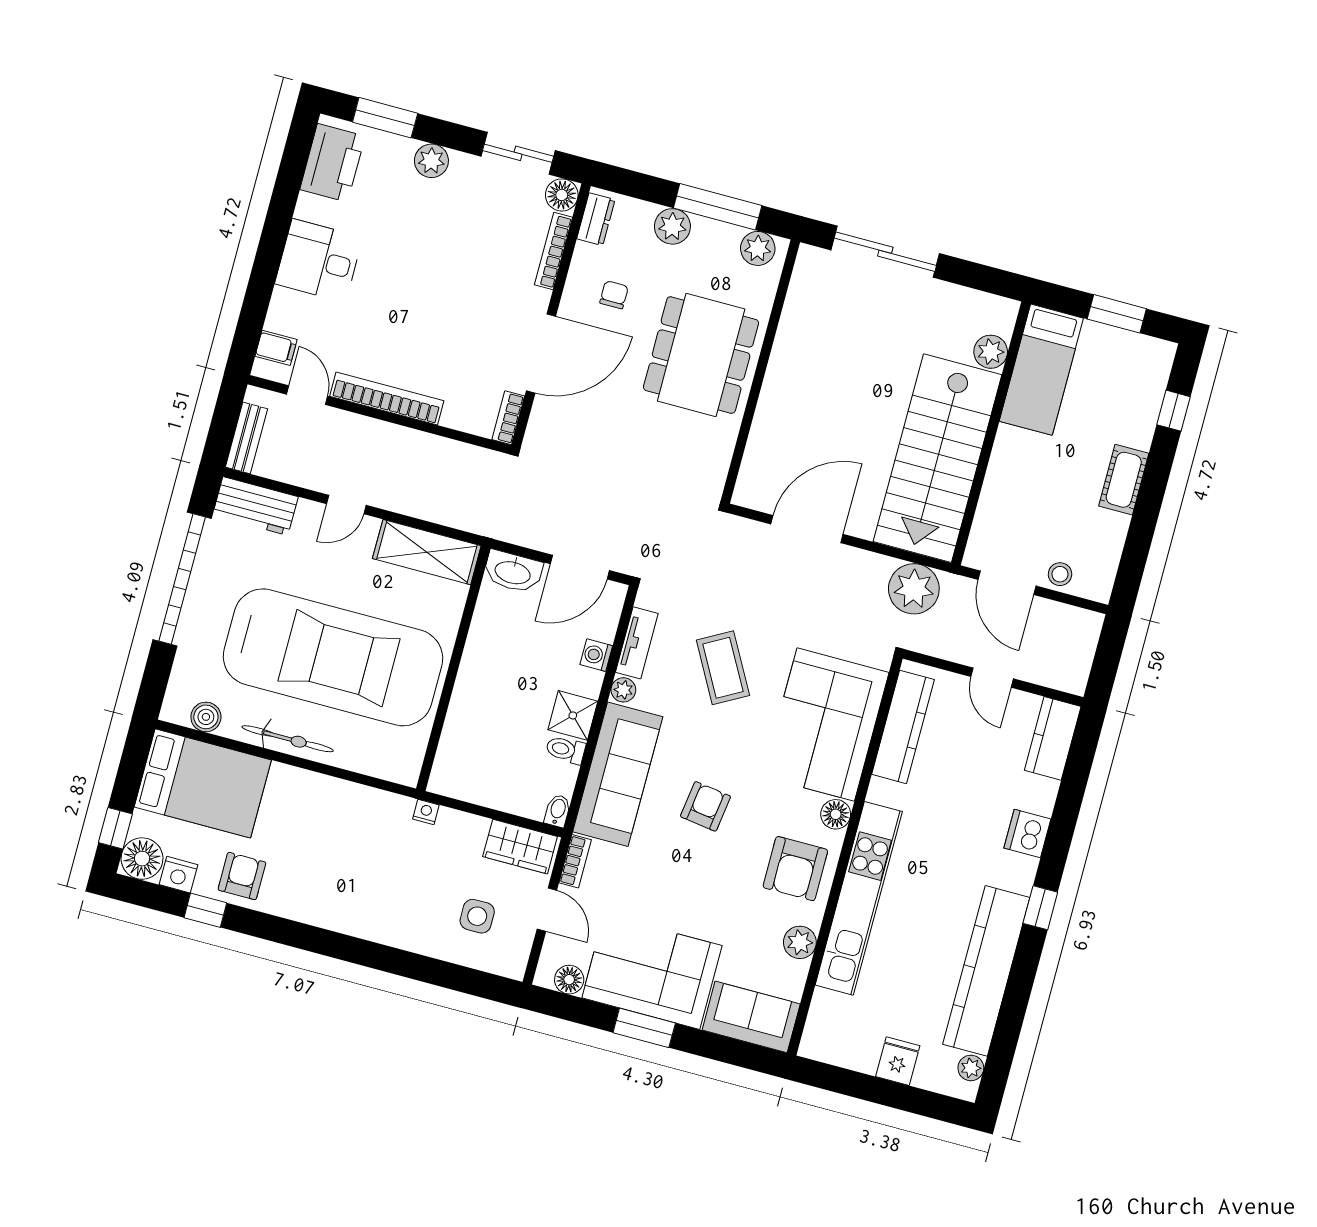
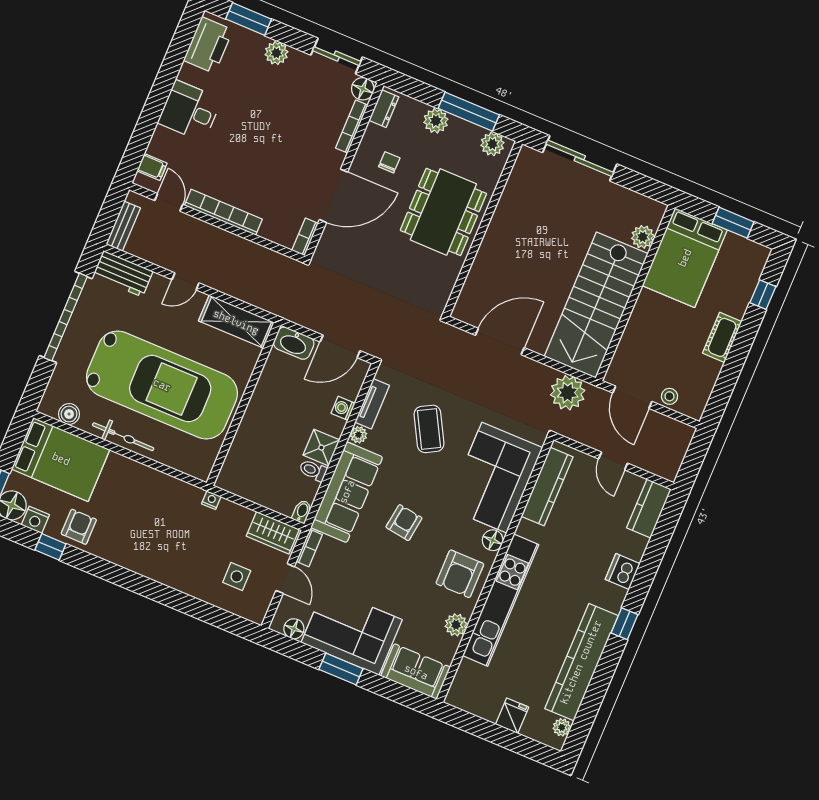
bed: (1041, 370) -> (685, 258), width x1.50

